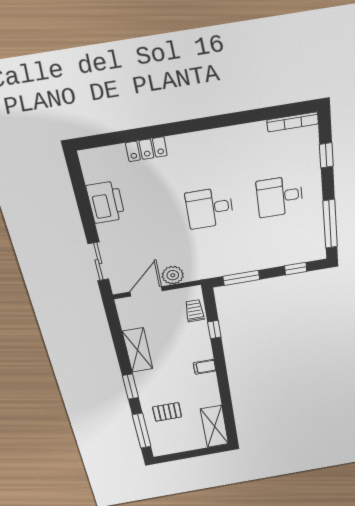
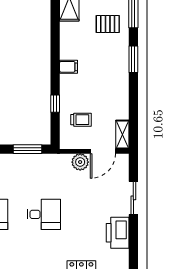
sliding door: (98, 262) -> (133, 198), moved
trolley: (195, 311) -> (81, 120), moved, turned -90
shelving: (138, 350) -> (122, 135), moved, width x0.67, depth x0.75

